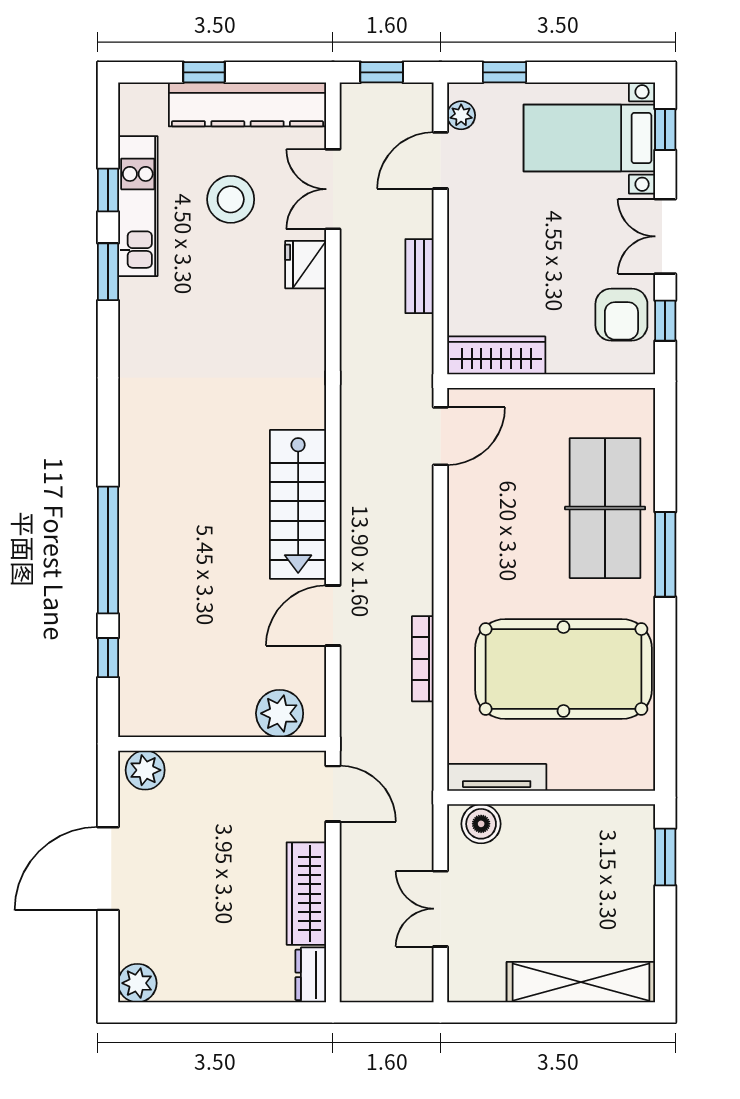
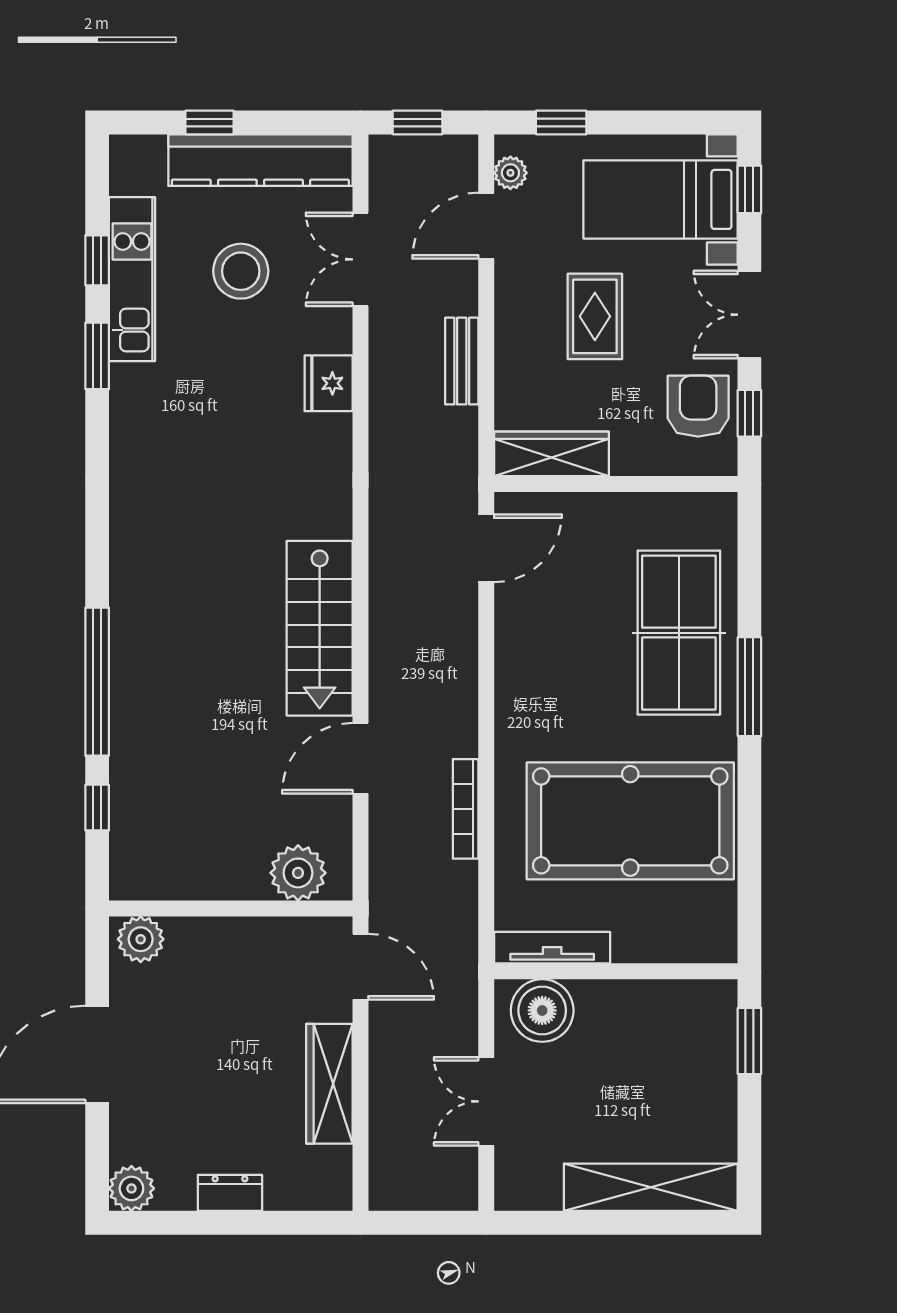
rug: (533, 238) -> (595, 316), added
fridge: (306, 265) -> (329, 383), moved
armchair: (621, 315) -> (698, 406), turned 180
boiler: (481, 824) -> (542, 1010), width x1.37, depth x1.37
dresser: (311, 975) -> (230, 1193), moved, turned 90

